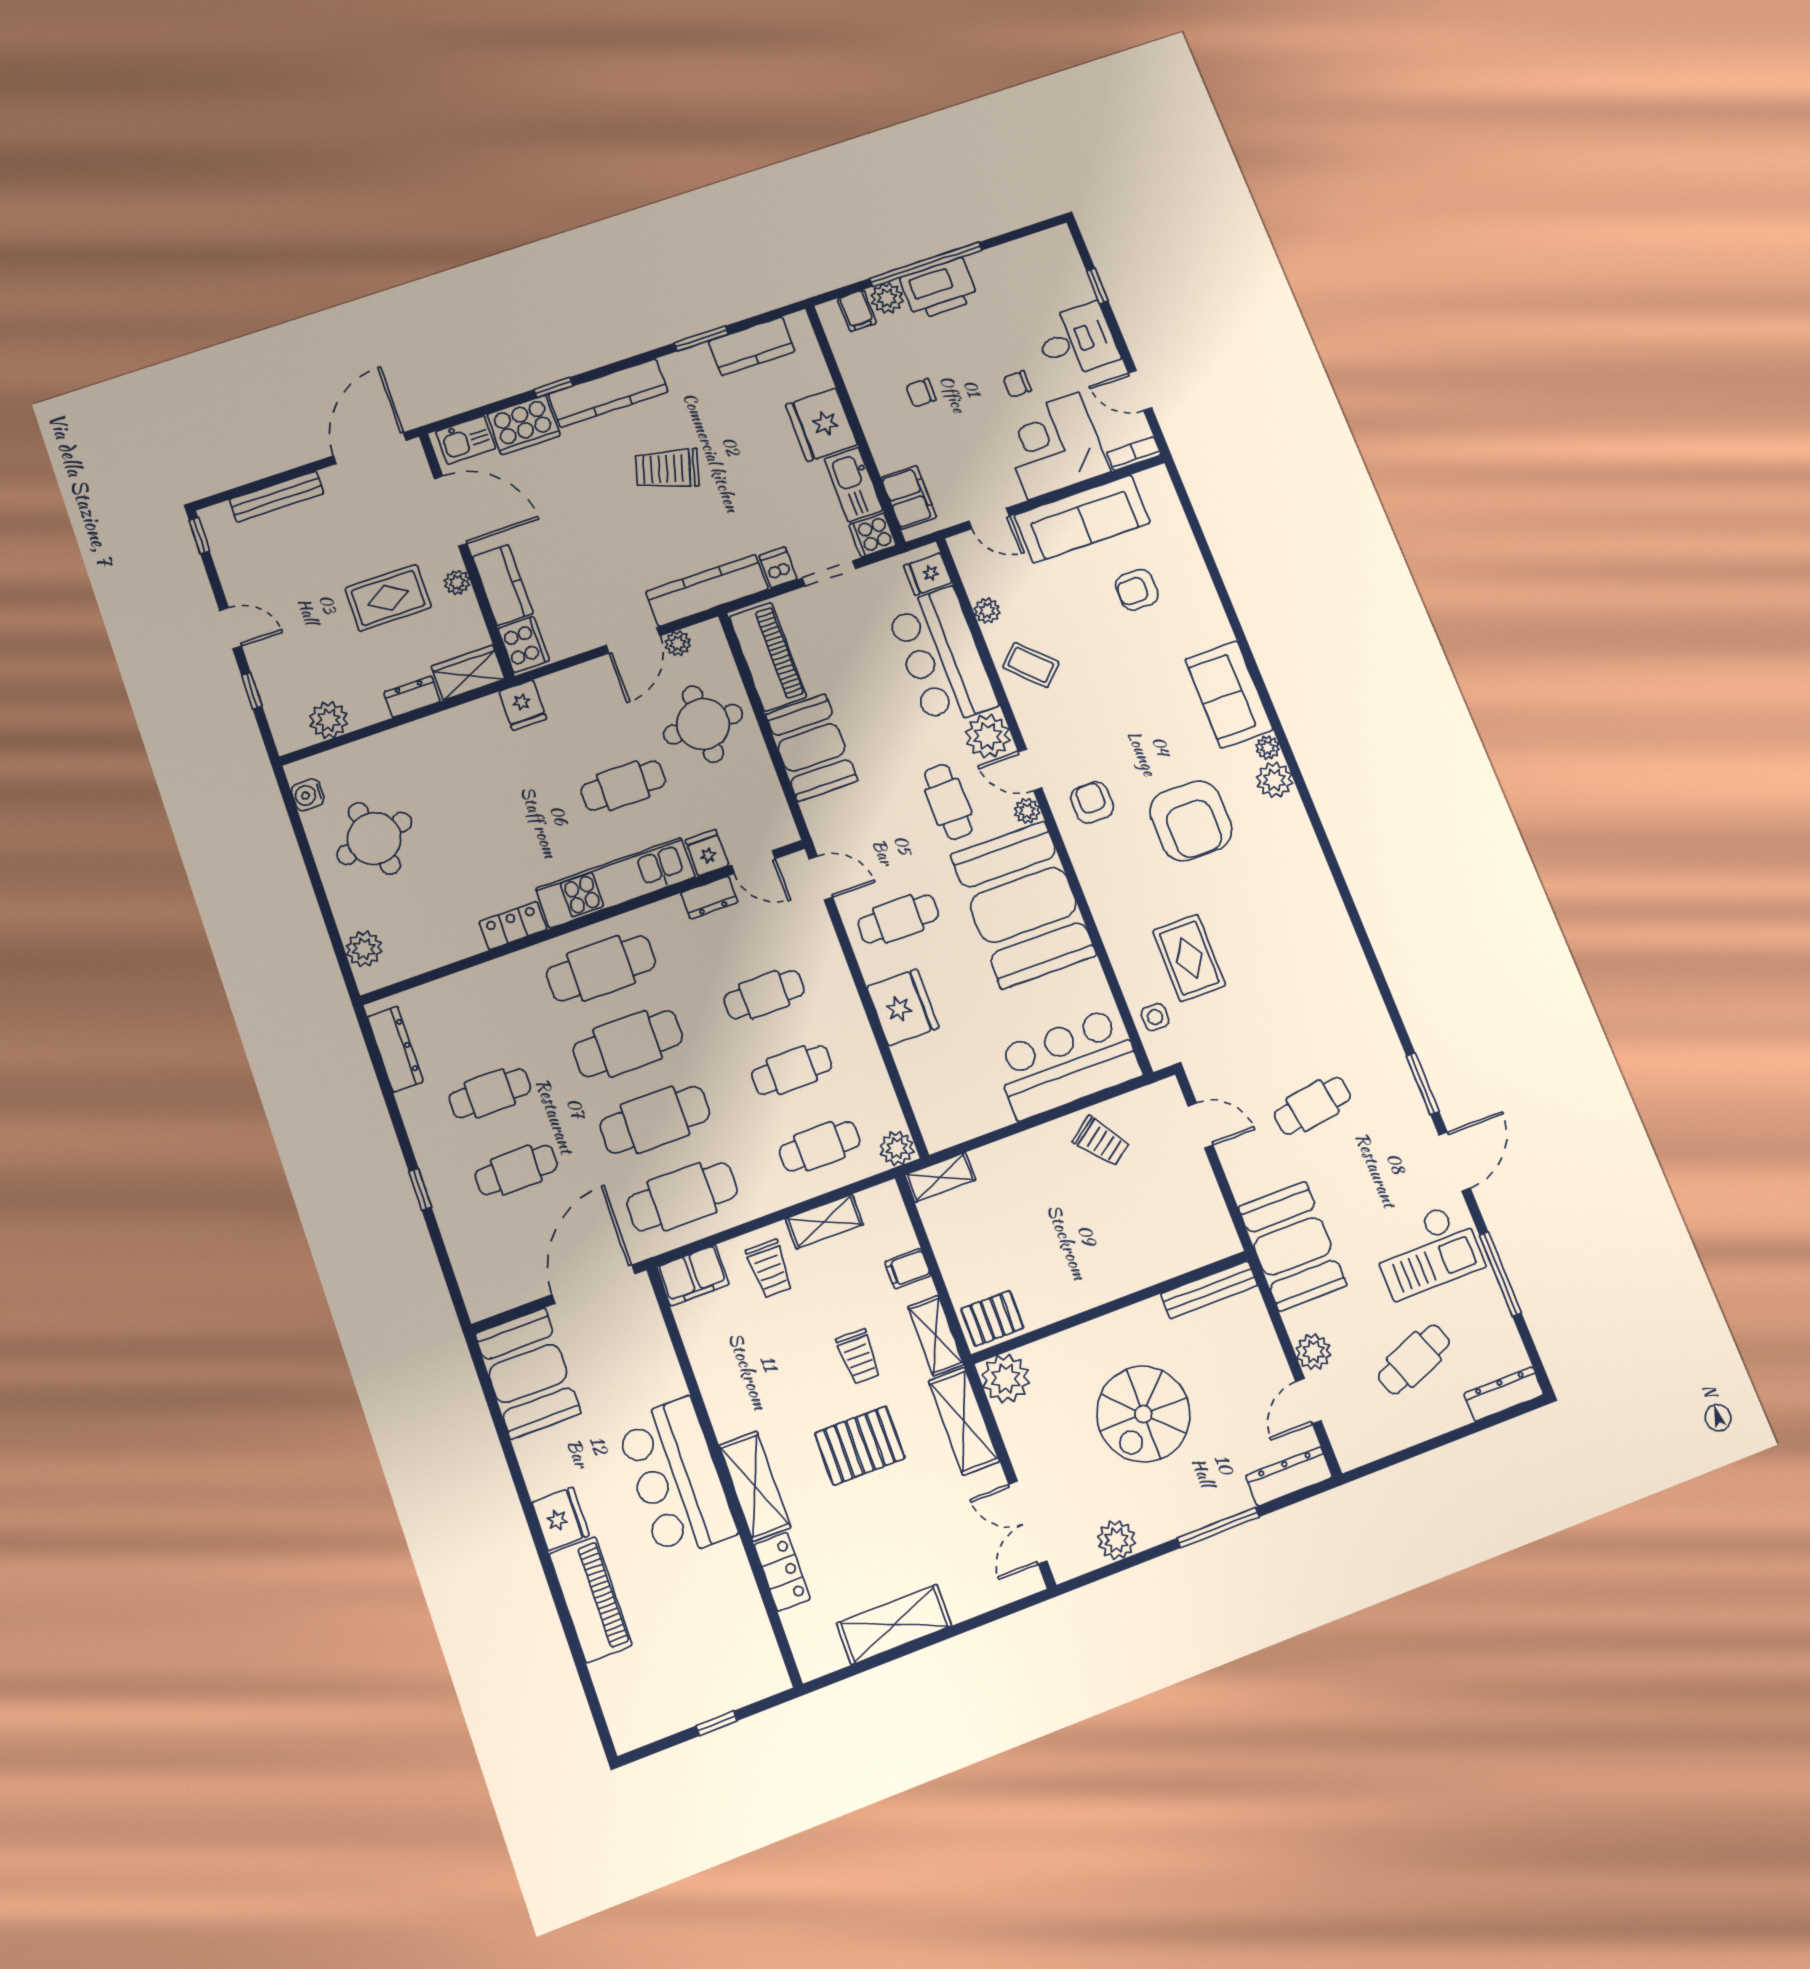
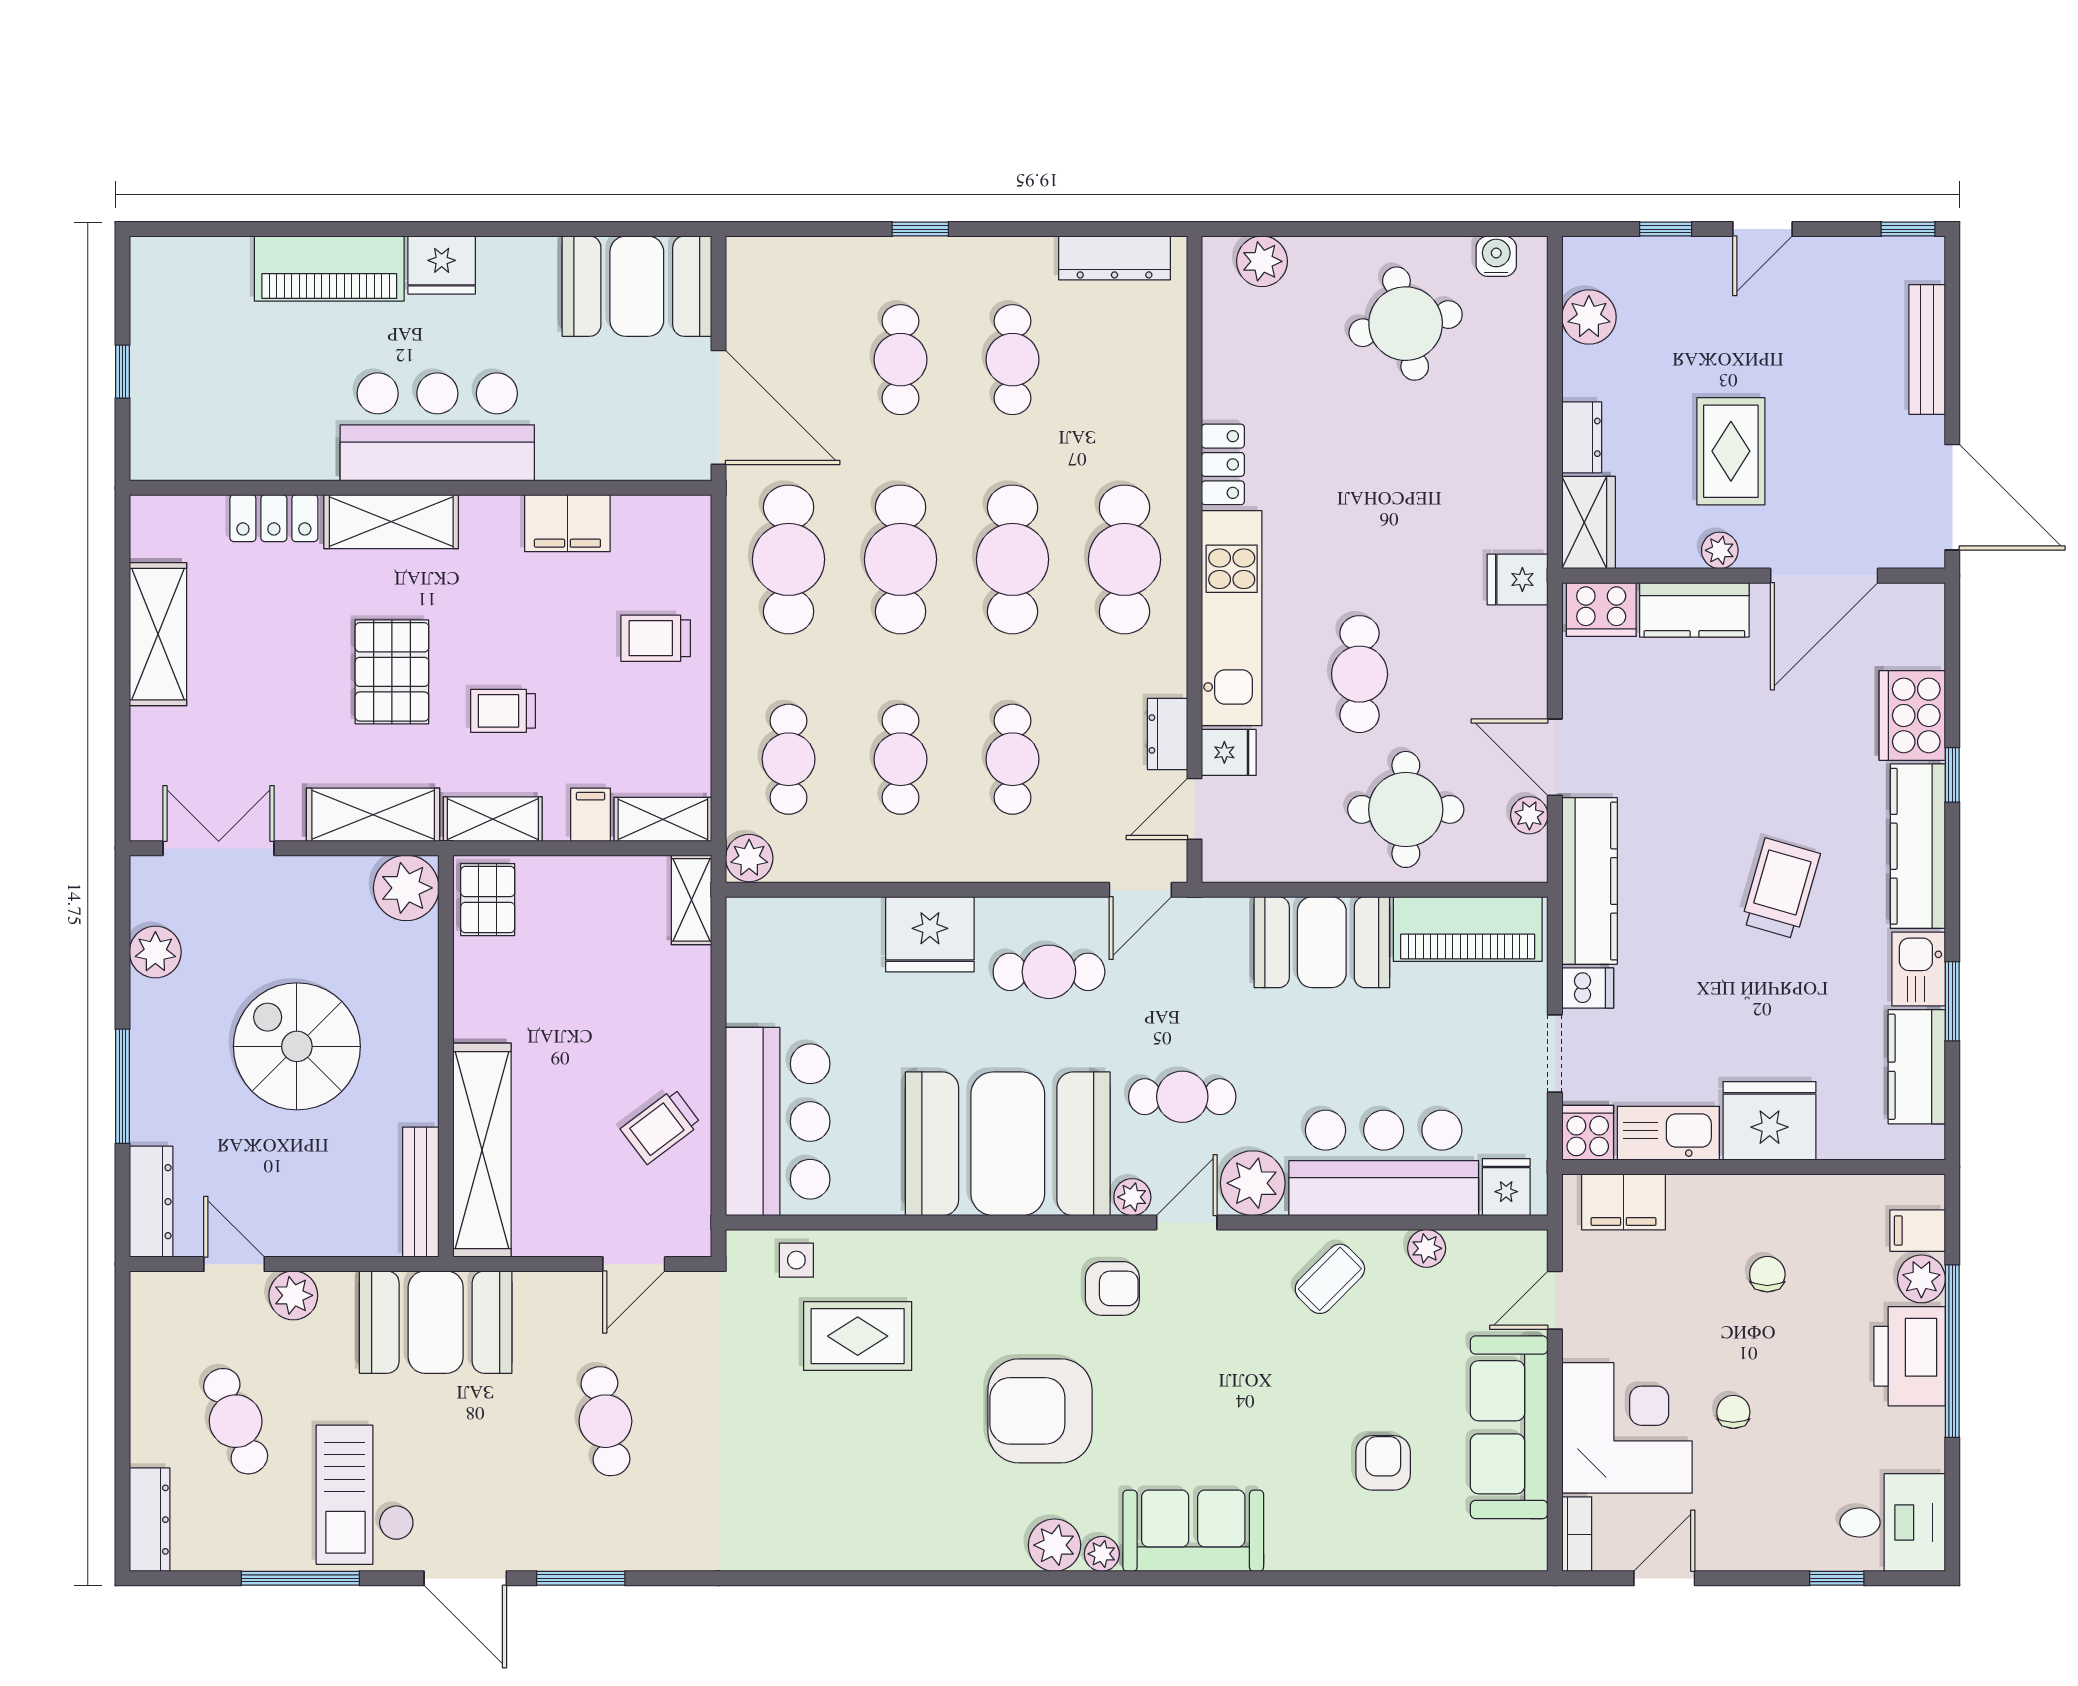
desk: (1077, 340) -> (1893, 1523), moved, turned -90
kitchen sink: (466, 440) -> (1919, 969), moved
cafe table: (898, 919) -> (1049, 972), turned 90
shelving: (824, 1222) -> (663, 819), moved, turned 90
shelving: (1164, 1258) -> (482, 1150), added
filing cabinet: (693, 1275) -> (567, 523), moved, turned -90

